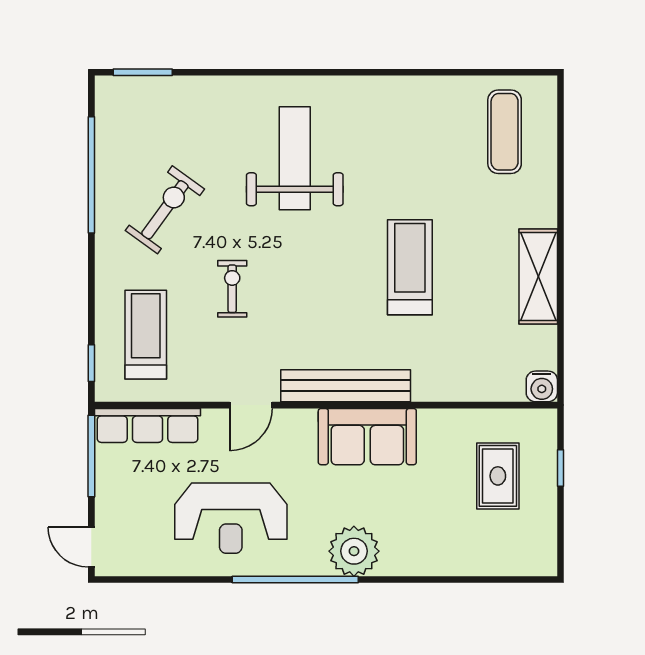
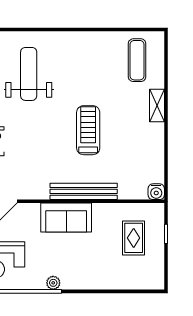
shelving: (538, 276) -> (157, 106), moved, width x0.67, depth x0.75
bench: (346, 386) -> (84, 191), moved
plant: (354, 551) -> (53, 283), width x0.53, depth x0.53

